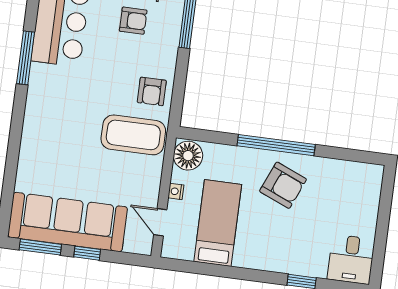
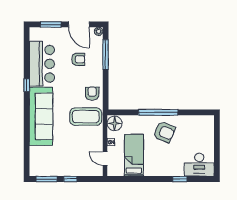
window: (26, 58) -> (27, 85), width x0.46
armchair: (152, 91) -> (92, 94), turned 180
sofa: (68, 222) -> (41, 116), moved, turned 90
desk: (351, 259) -> (199, 165), width x1.37

